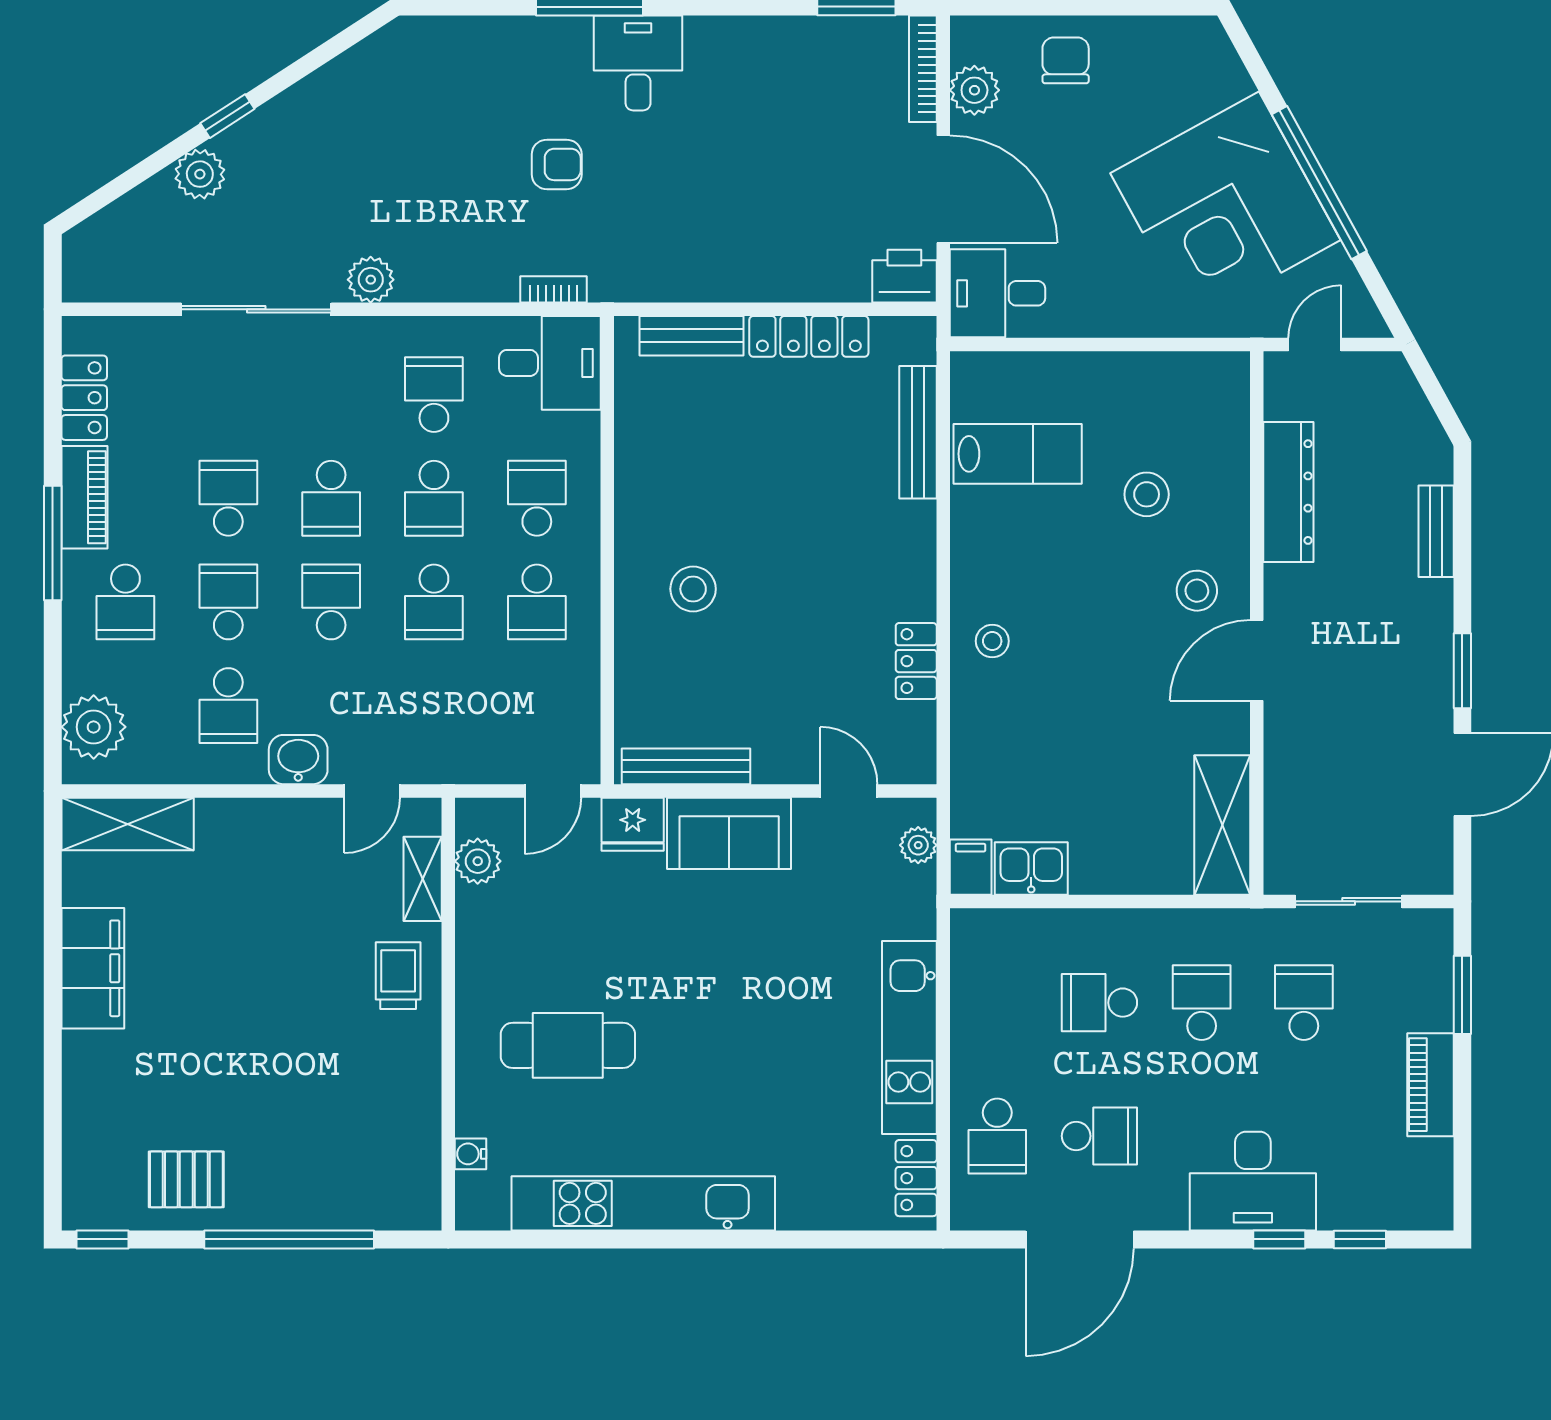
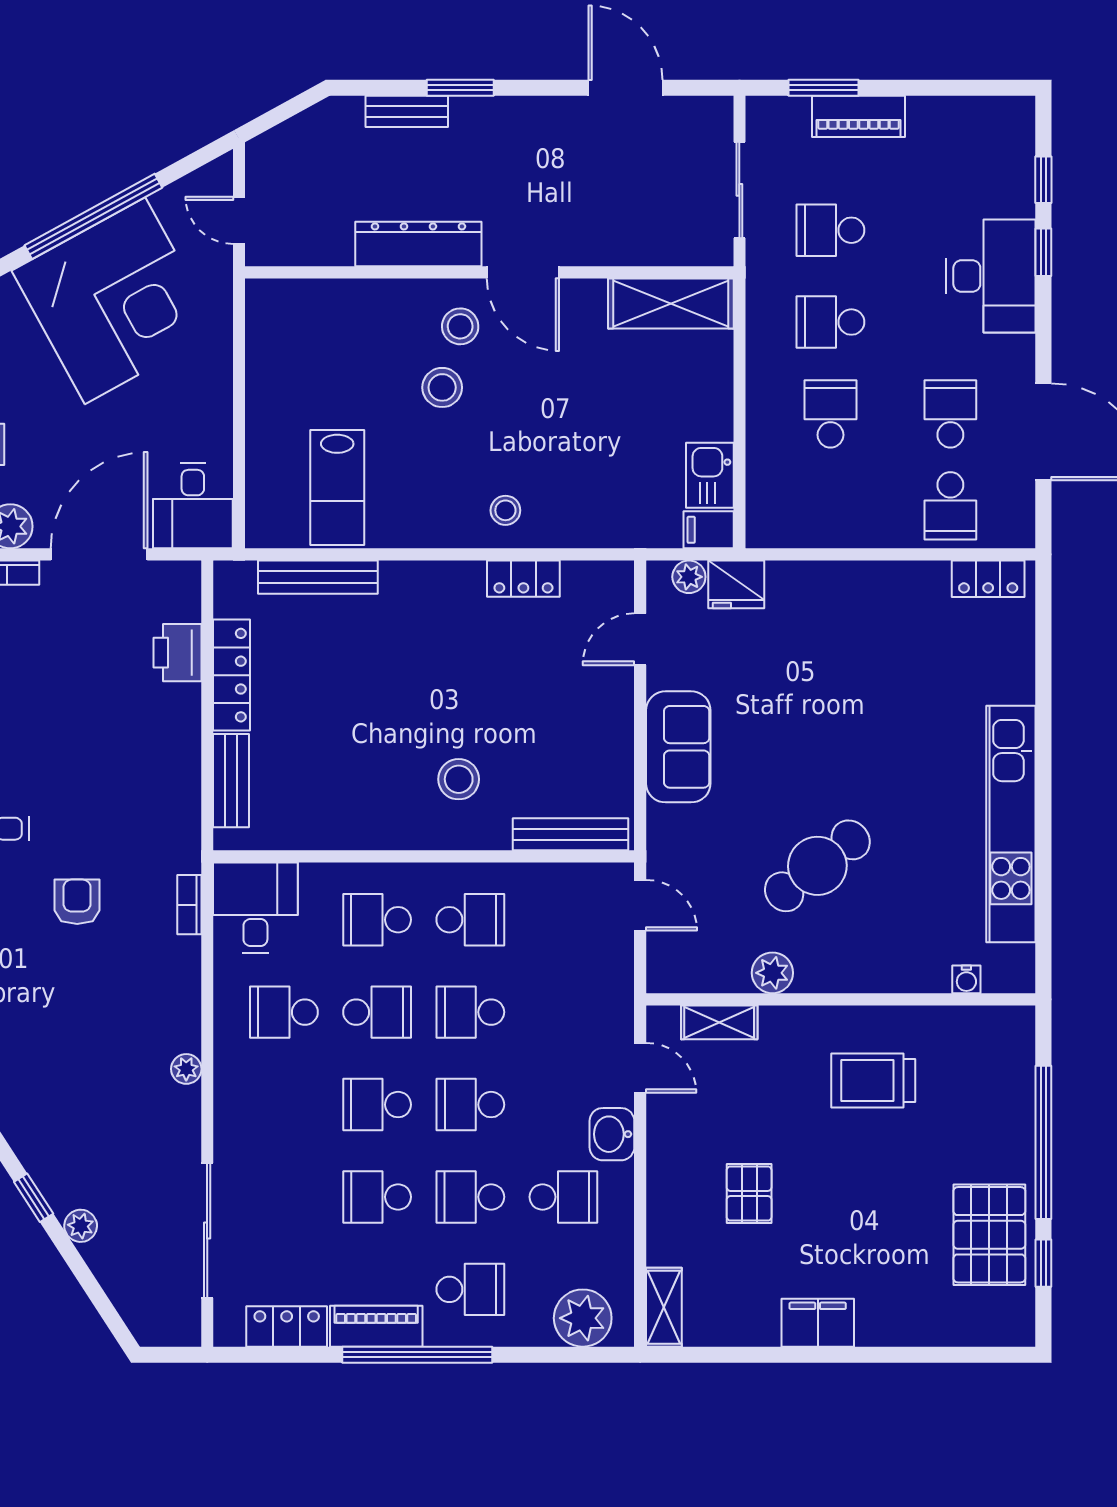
plant: (200, 174) -> (81, 1226), width x0.73, depth x0.73
printer: (904, 276) -> (177, 653), moved
plant: (371, 280) -> (186, 1069), width x0.73, depth x0.73
sliding door: (256, 309) -> (207, 1231), moved
lab bench: (1018, 454) -> (337, 488), turned 180
dresser: (1288, 492) -> (418, 244), moved
stool: (1147, 494) -> (442, 387), moved
school desk: (331, 498) -> (377, 1105), turned 180
window: (53, 543) -> (417, 1355), width x1.46
school desk: (434, 602) -> (470, 1012), turned 180
window: (1462, 671) -> (460, 88), moved
bench: (686, 766) -> (570, 834), moved, turned 90
shelving: (128, 824) -> (664, 1307), width x0.67, depth x0.75
fridge: (633, 824) -> (736, 584), moved, turned 90
plant: (478, 861) -> (772, 973), moved
pallet: (232, 912) -> (749, 1194), added
filing cabinet: (93, 968) -> (818, 1323), width x0.67, depth x0.86
trolley: (398, 976) -> (873, 1080), moved, width x1.36, depth x1.39
school desk: (1099, 1003) -> (830, 414), turned 180
kitchen unit: (909, 1038) -> (862, 585), removed
cafe table: (568, 1045) -> (817, 866), moved, turned 52
piano: (1430, 1085) -> (859, 116), moved
school desk: (997, 1136) -> (950, 506), turned 90
pallet: (186, 1179) -> (989, 1235), width x1.50, depth x1.42
window: (103, 1239) -> (1043, 1263), moved

